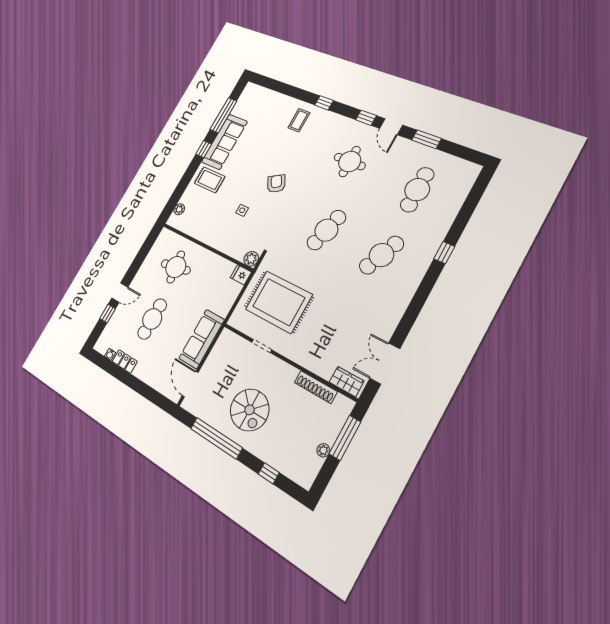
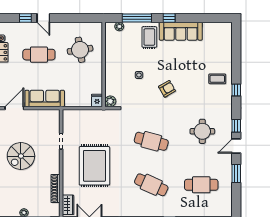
window: (223, 115) -> (137, 18), moved
rug: (279, 302) -> (94, 166), moved

